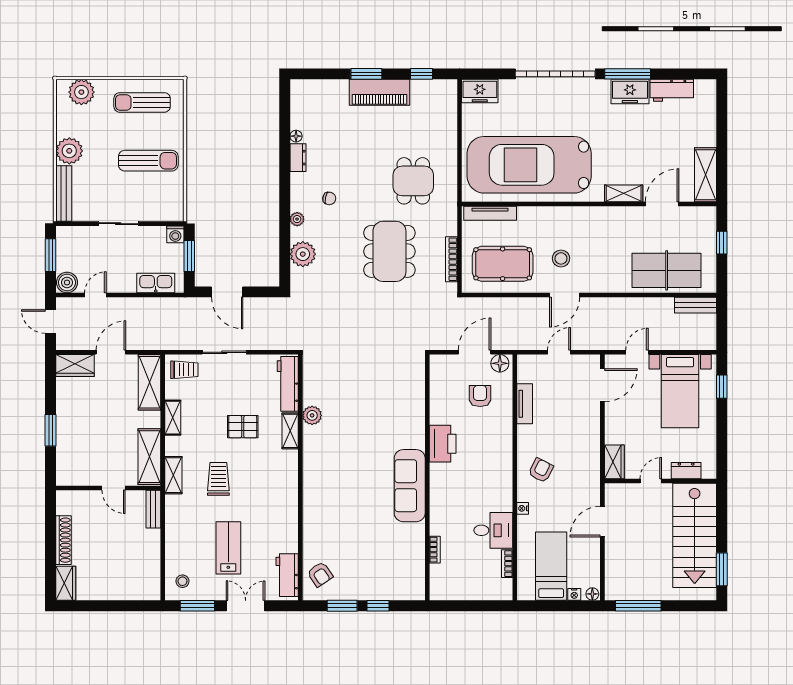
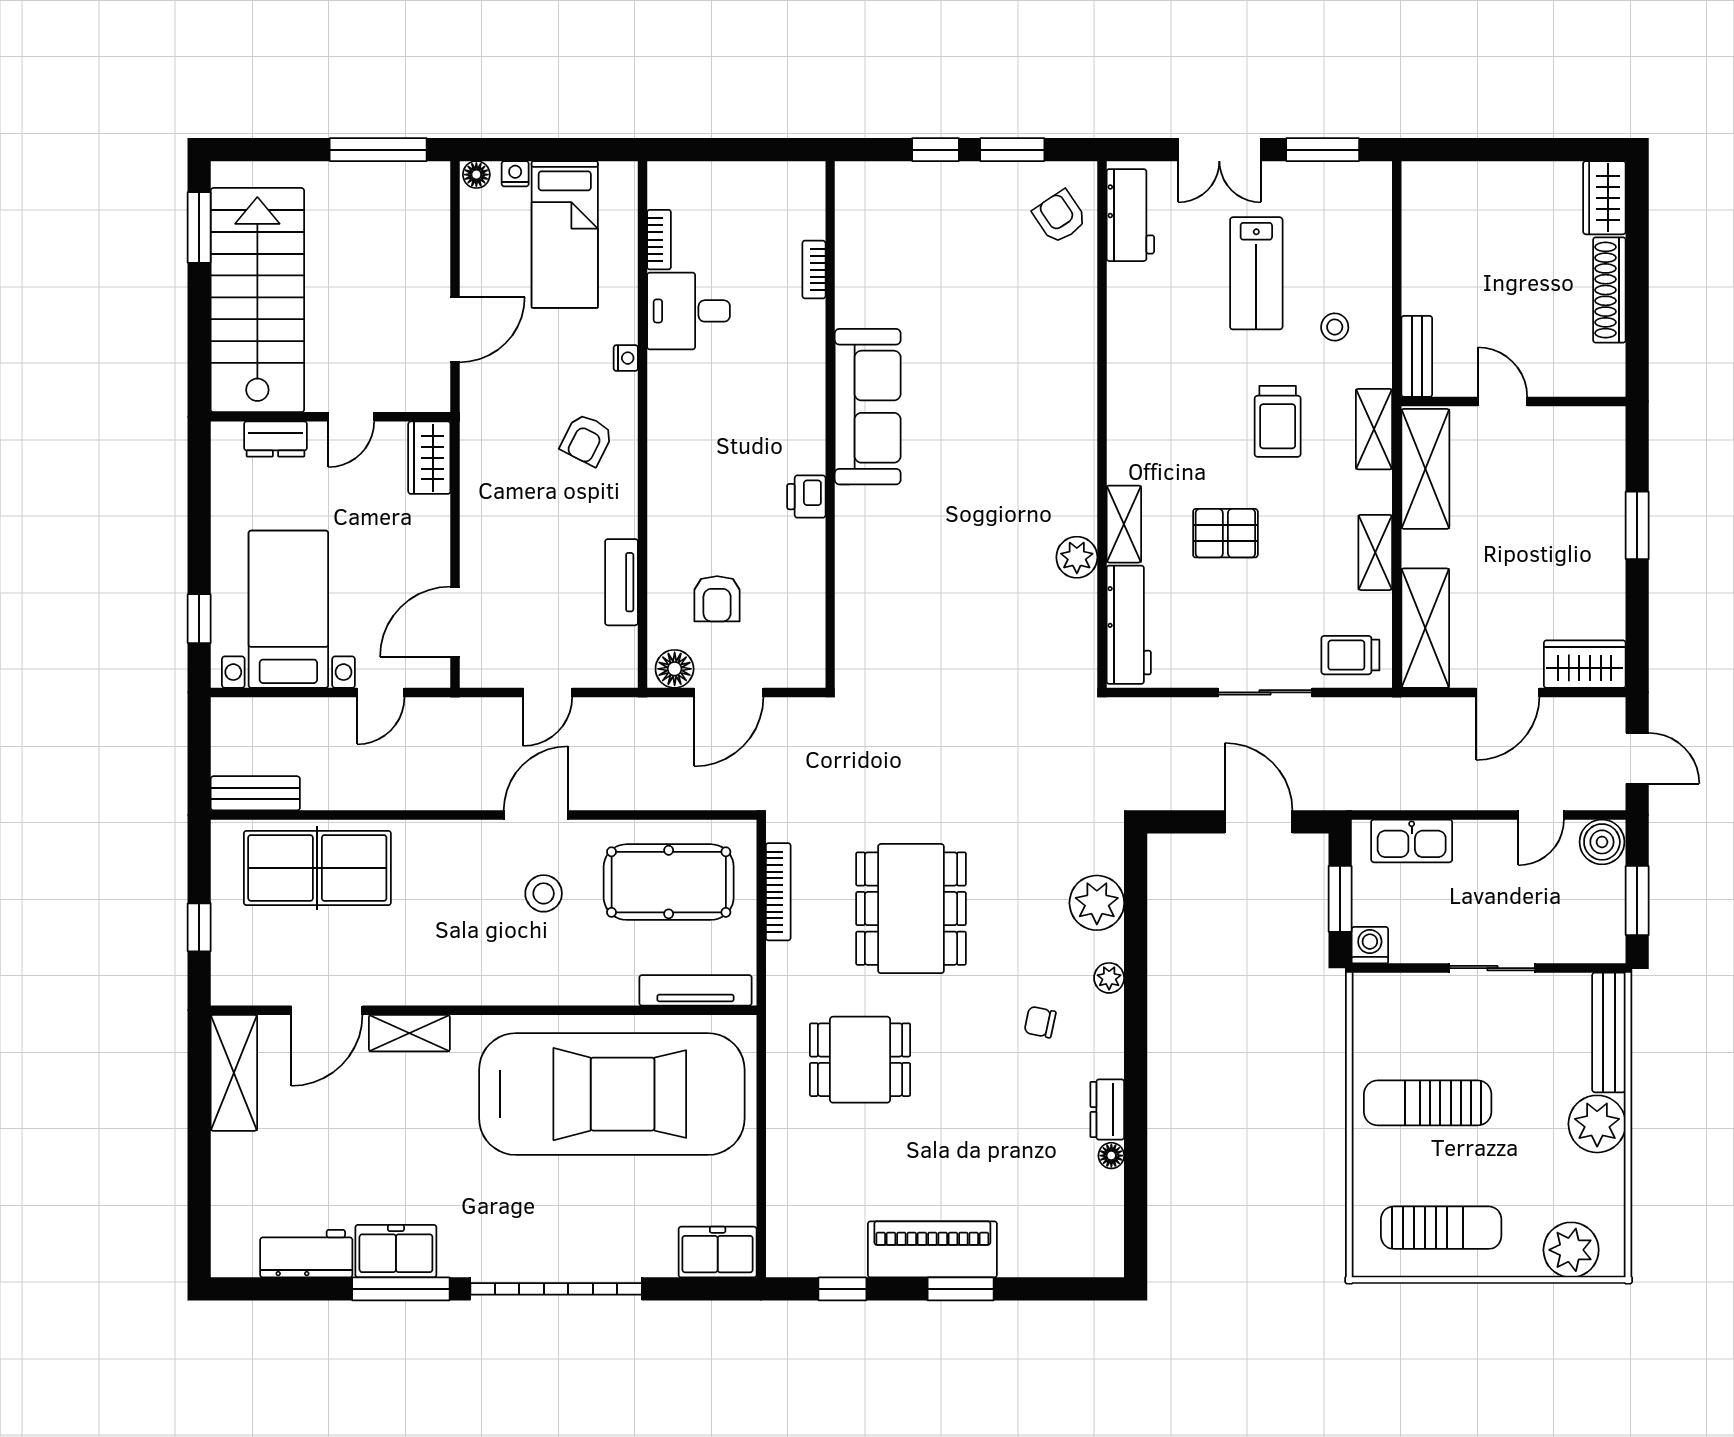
dining table: (413, 181) -> (860, 1060), turned 90
printer: (443, 444) -> (806, 497), width x0.53, depth x0.68
stool: (182, 581) -> (1335, 327), moved

